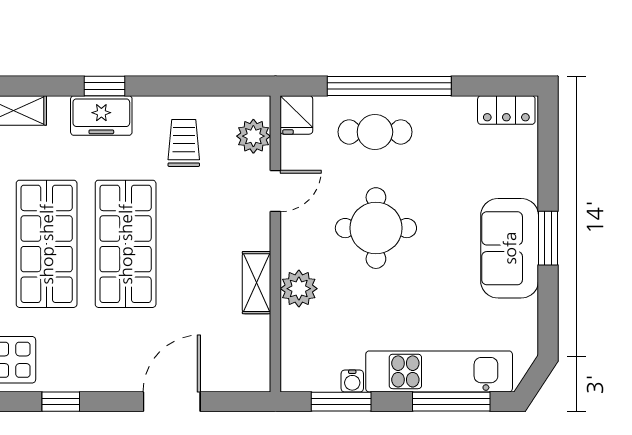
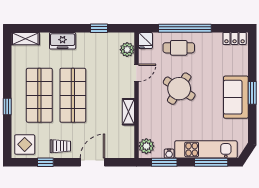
window: (104, 86) -> (99, 28), moved
trolley: (184, 143) -> (60, 146), moved, turned 90
round table: (376, 228) -> (179, 89), turned 32
plant: (299, 289) -> (146, 146), moved

